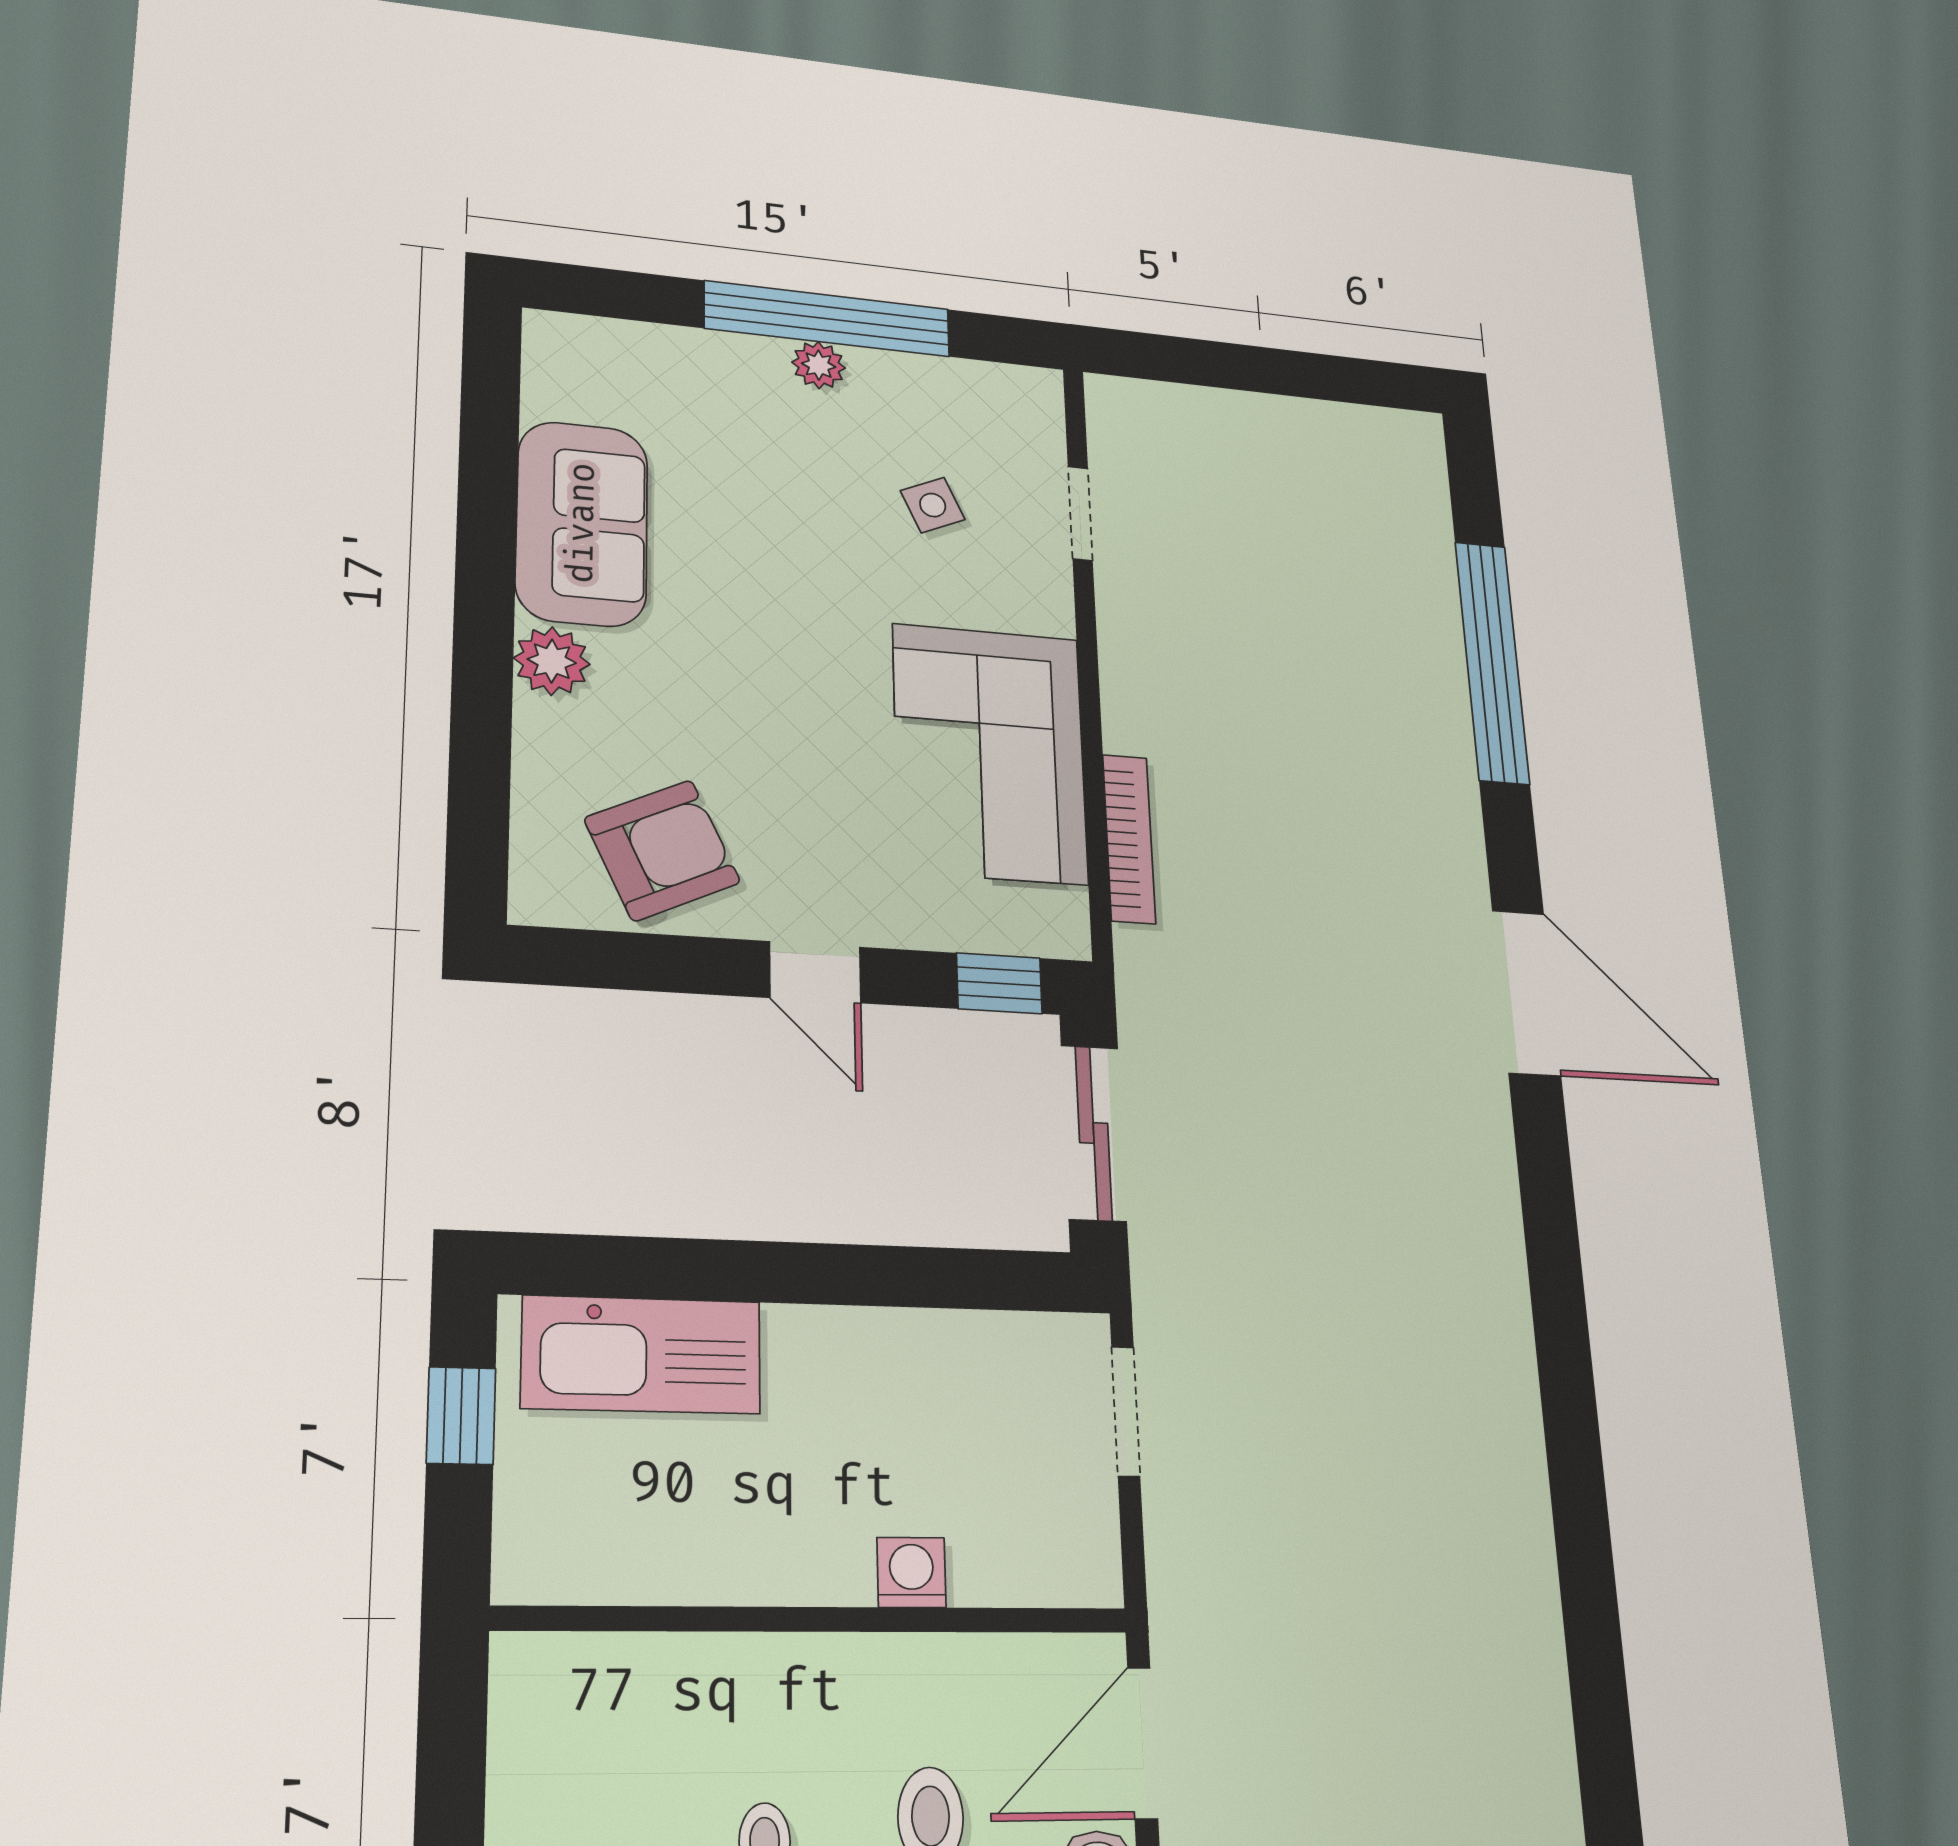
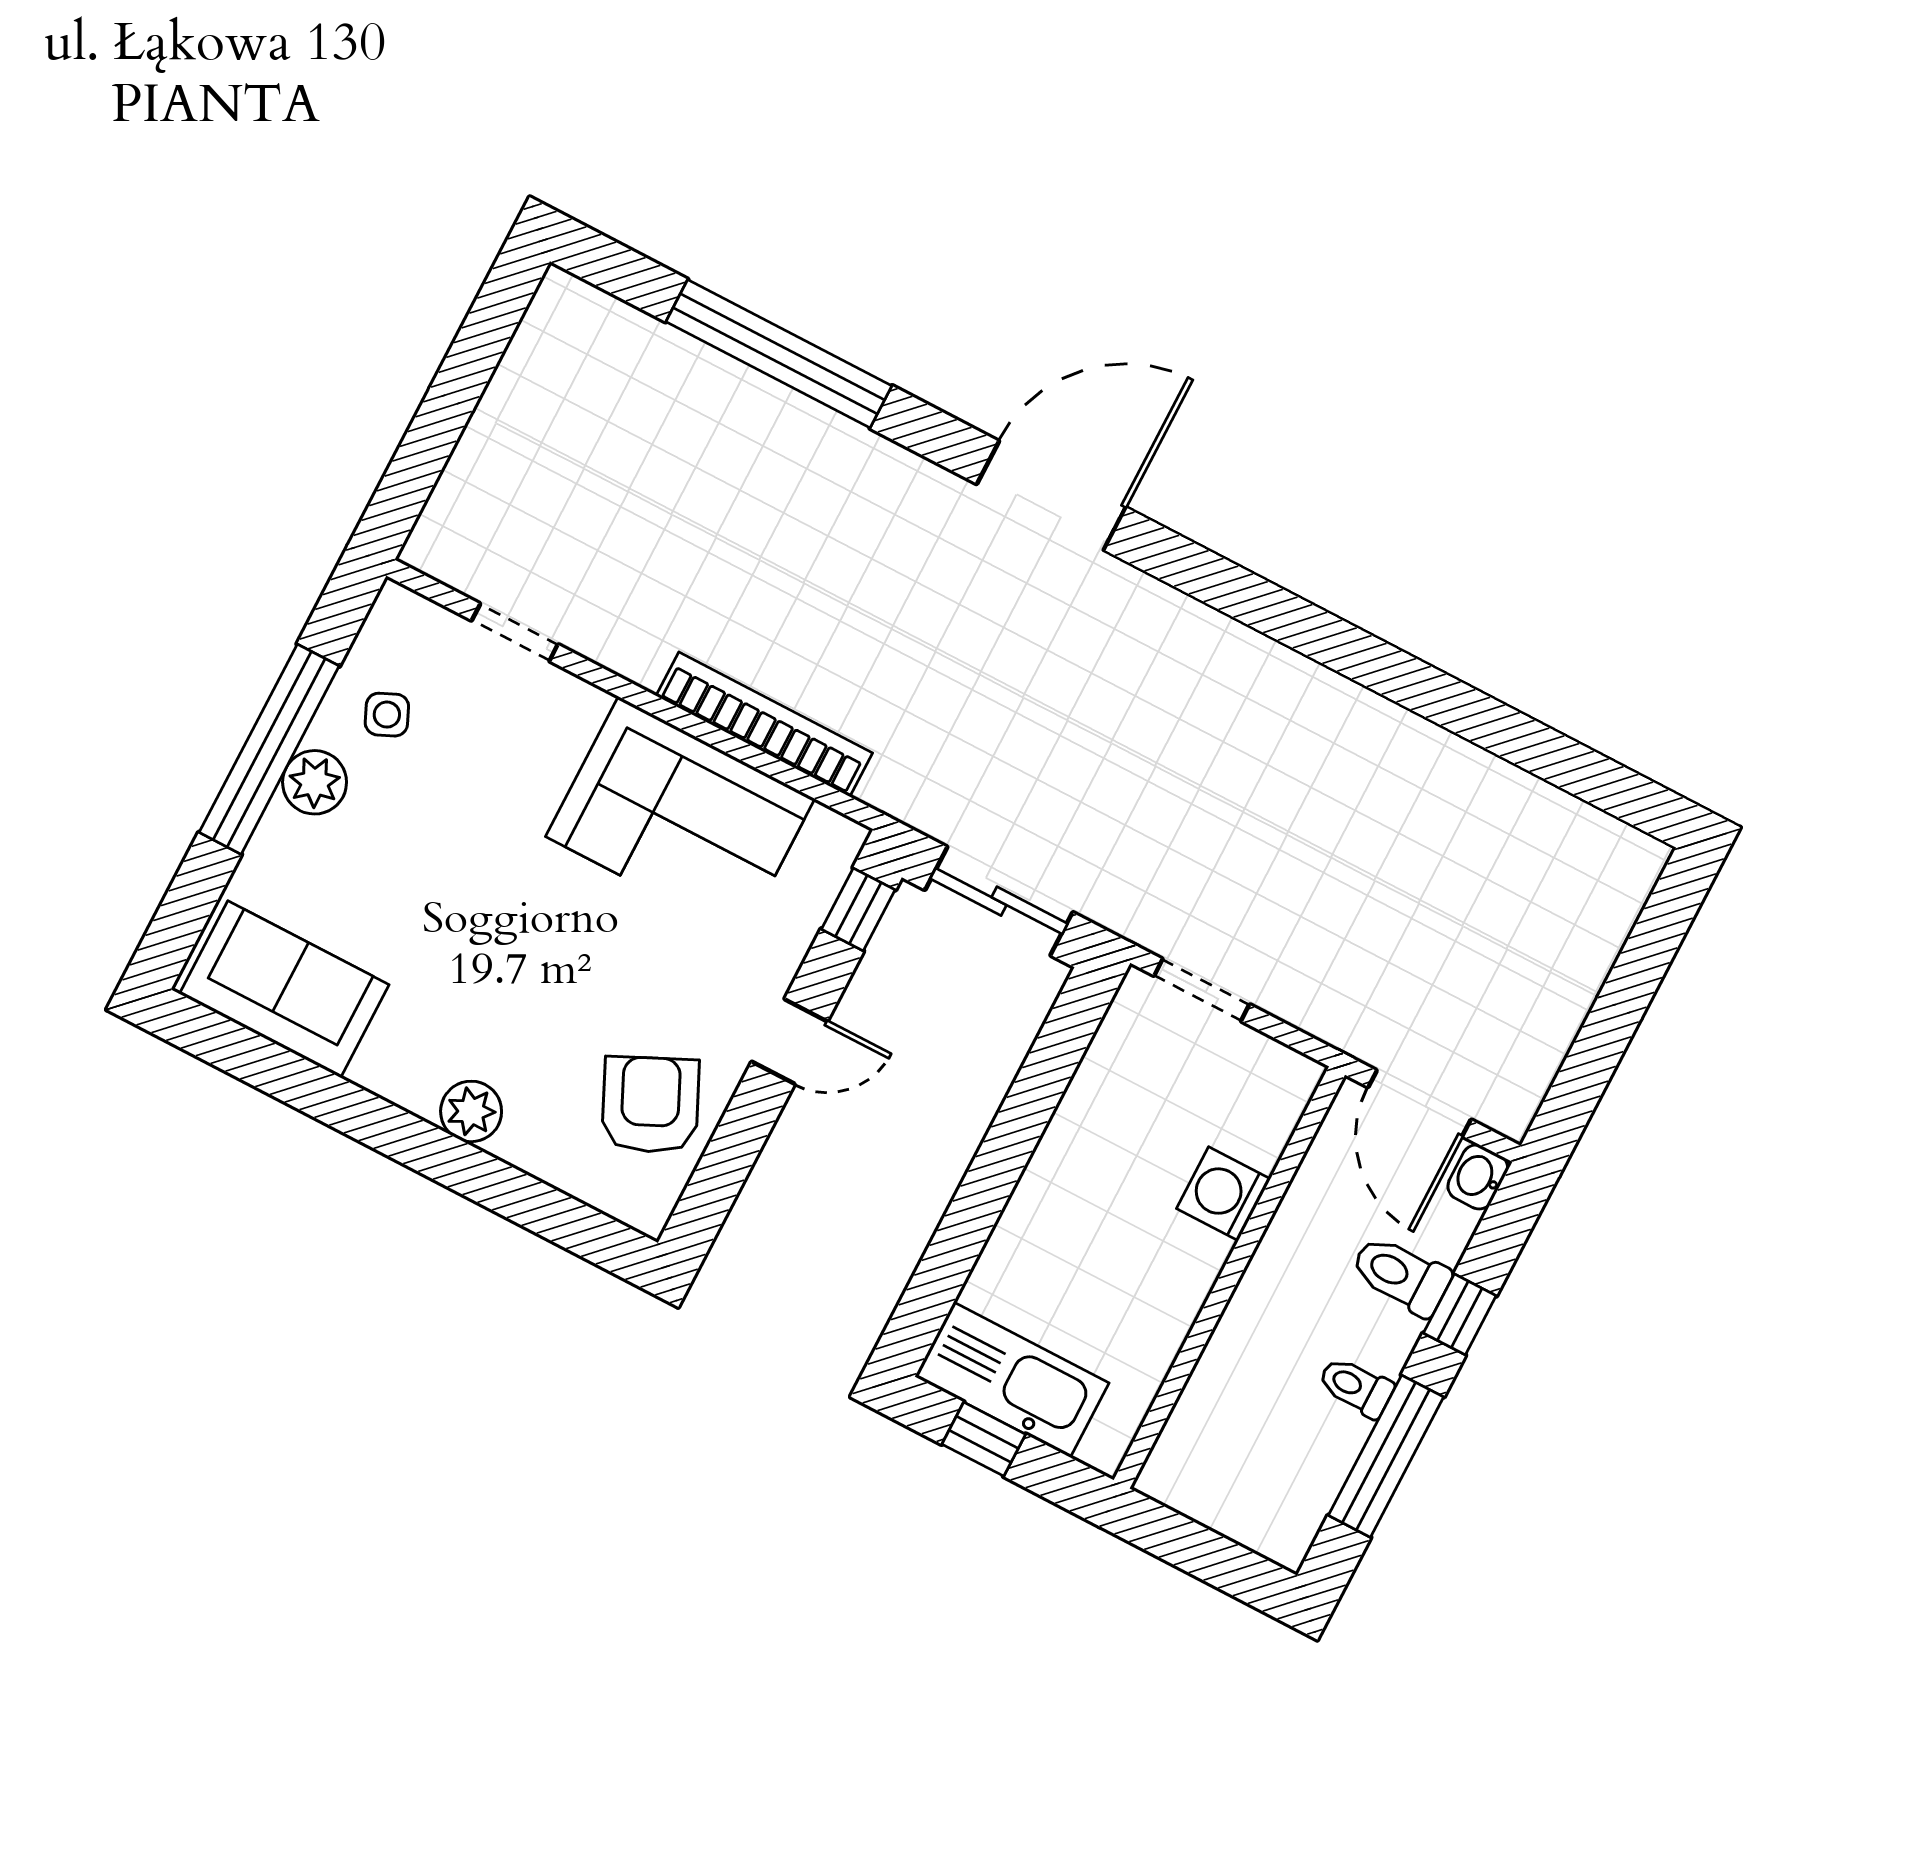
plant: (819, 365) -> (315, 782), width x1.38, depth x1.38
side table: (933, 505) -> (387, 715), moved
sofa: (582, 523) -> (284, 989), moved
bookcase: (1129, 839) -> (764, 724), width x1.48, depth x1.31
kitchen sink: (642, 1355) -> (1012, 1380), moved, turned -90
washing machine: (911, 1572) -> (1224, 1194), width x1.38, depth x1.38

